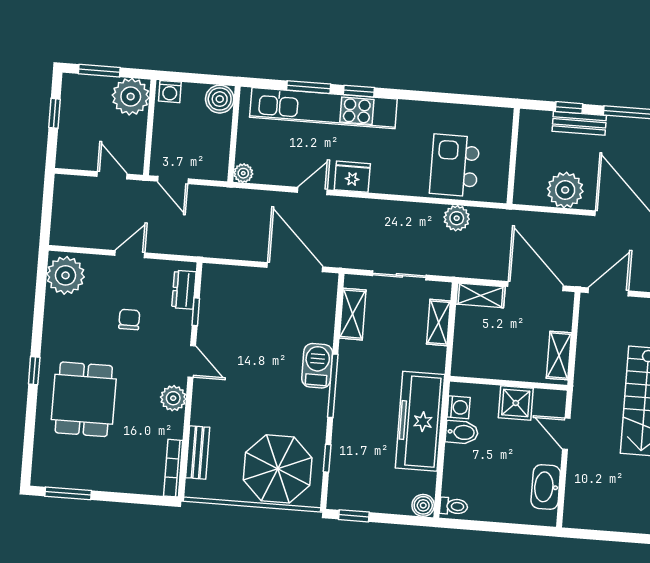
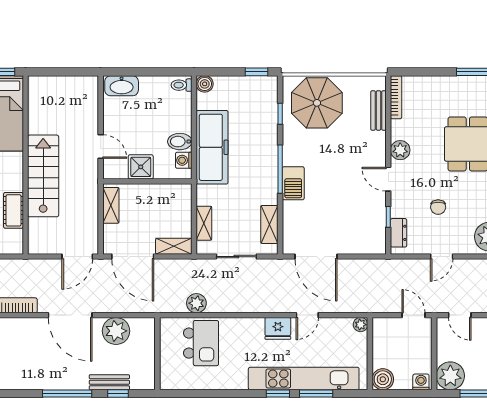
washbasin: (546, 487) -> (122, 86), moved, turned 90

